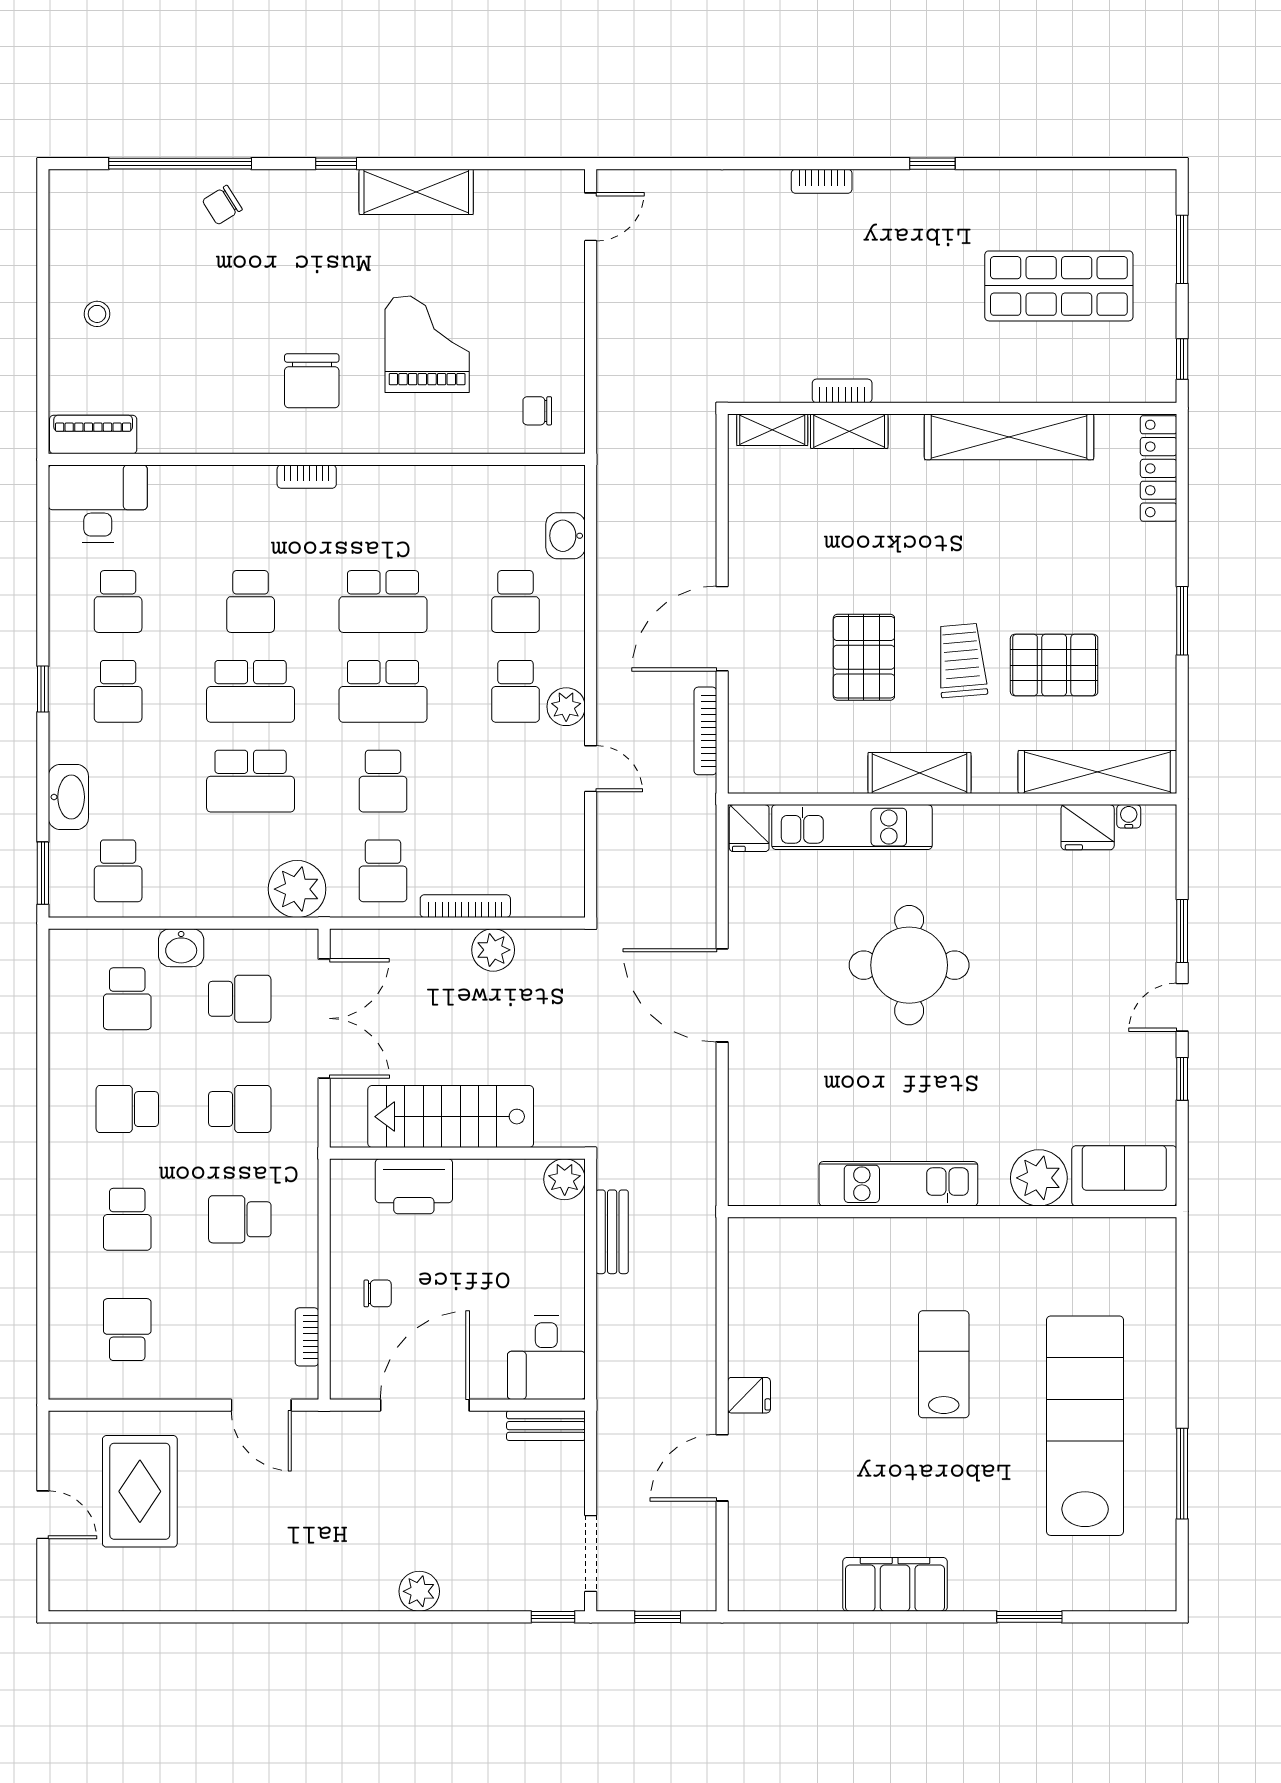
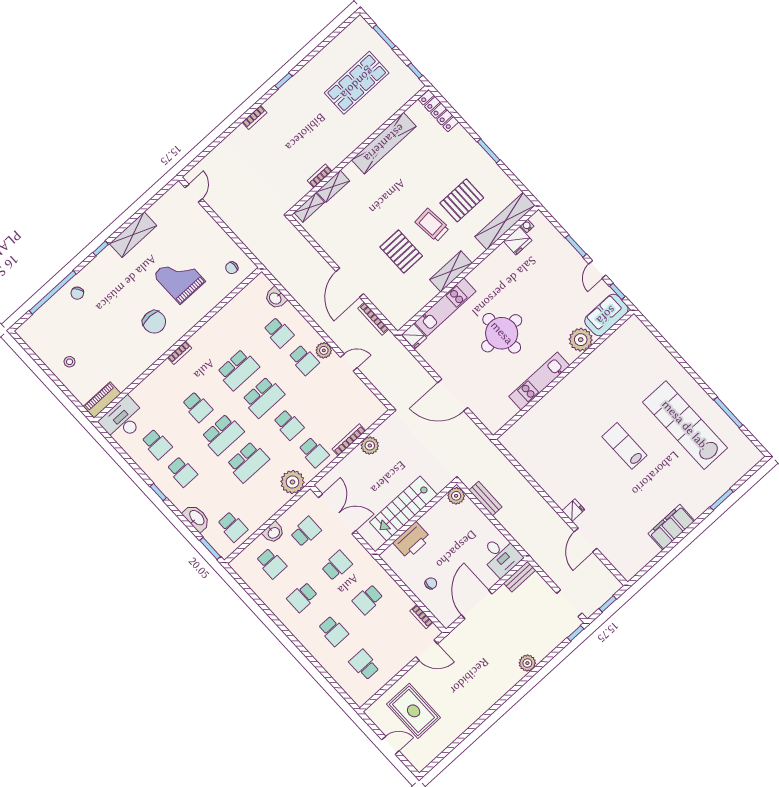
sofa: (1124, 1176) -> (606, 315), moved
plant: (1039, 1178) -> (581, 340), moved
kitchen unit: (898, 1184) -> (539, 381), moved
wall: (952, 1212) -> (564, 374), moved

